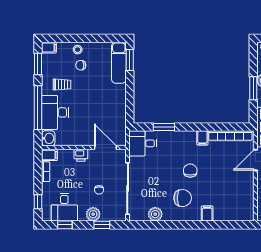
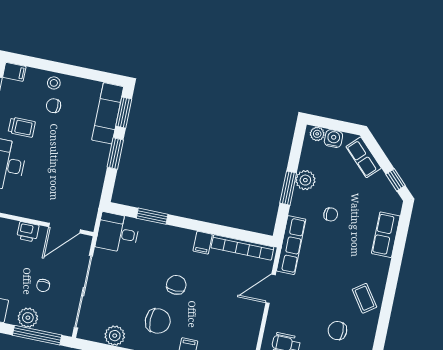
window: (130, 89) -> (115, 153), added
door: (106, 148) -> (64, 228), swing flipped
window: (102, 225) -> (37, 335), width x2.17

